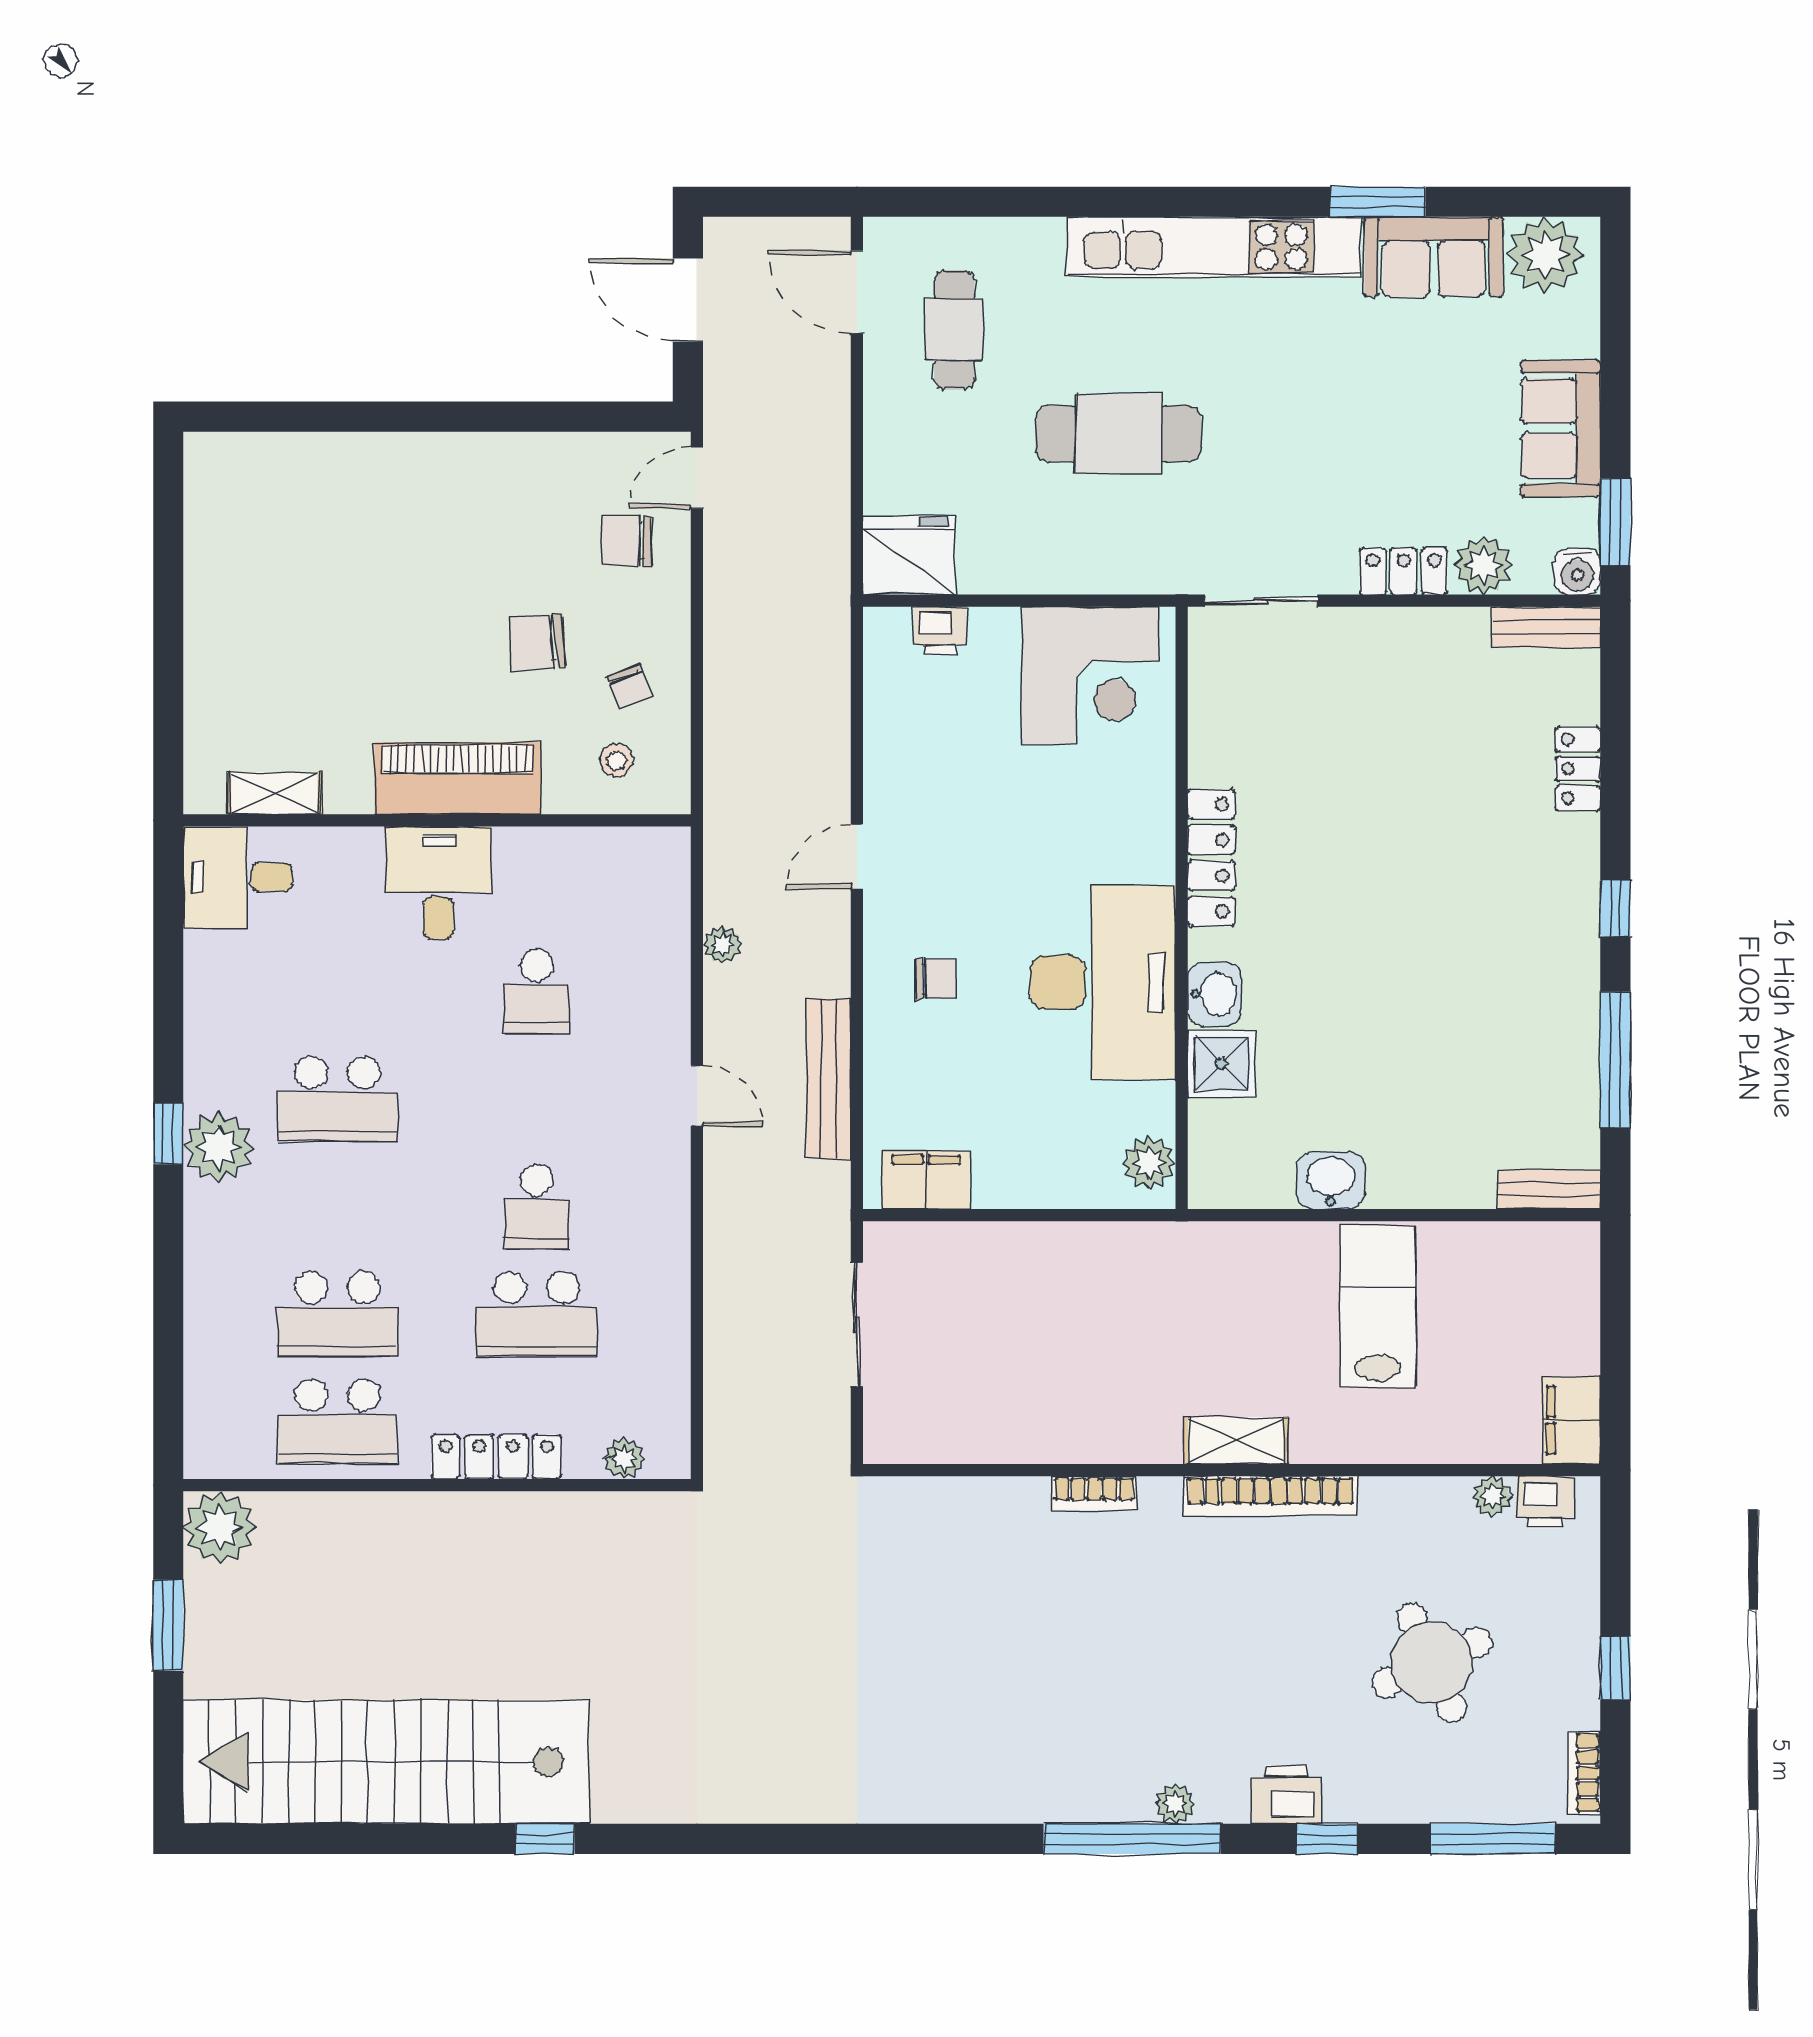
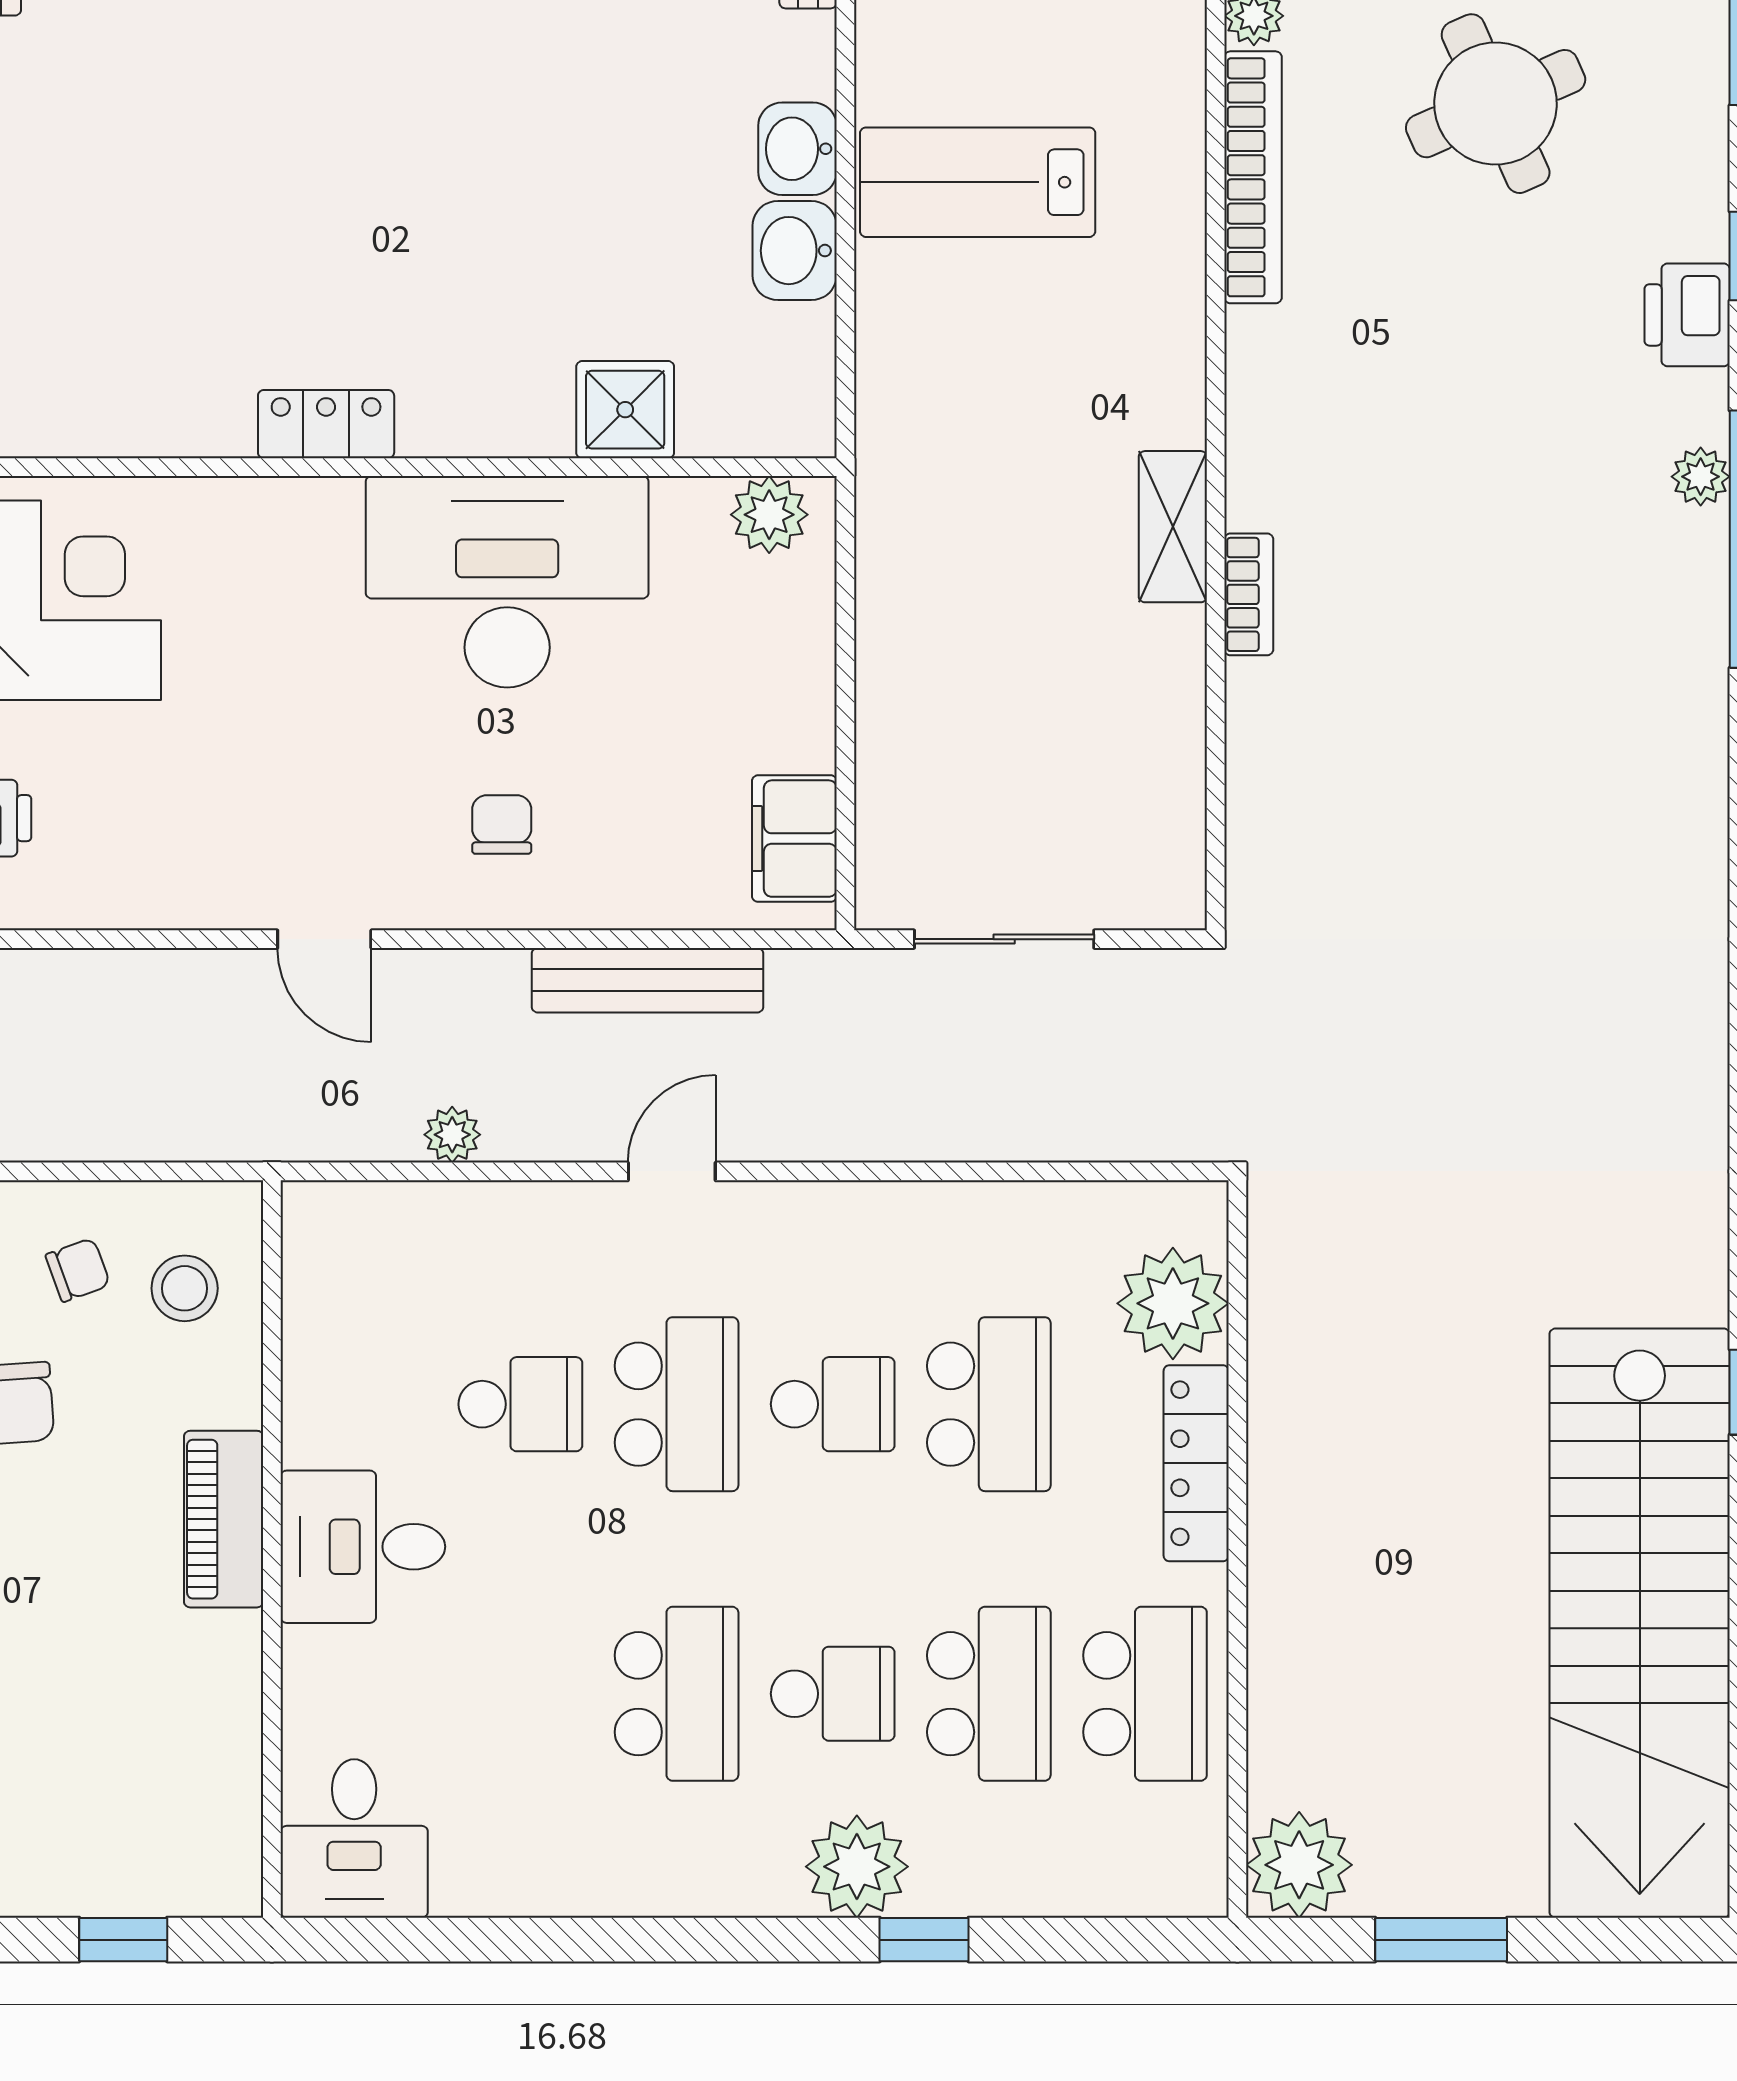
window: (168, 718) -> (123, 1940), added
stool: (616, 760) -> (185, 1288), width x1.37, depth x1.37
piano: (458, 778) -> (224, 1519), width x0.73, depth x0.75
shelving: (274, 793) -> (232, 1785), removed
locker: (1211, 858) -> (326, 424), width x0.66
washbasin: (1215, 994) -> (797, 149), moved, turned -90
school desk: (537, 1099) -> (677, 1404), added
window: (168, 1134) -> (924, 1940), moved
plant: (219, 1147) -> (857, 1867), moved
school desk: (337, 1206) -> (833, 1694), added
shelving: (1236, 1441) -> (1173, 527), moved
plant: (624, 1459) -> (1173, 1303), width x1.88, depth x1.88
bookcase: (1271, 1496) -> (1253, 177), moved

